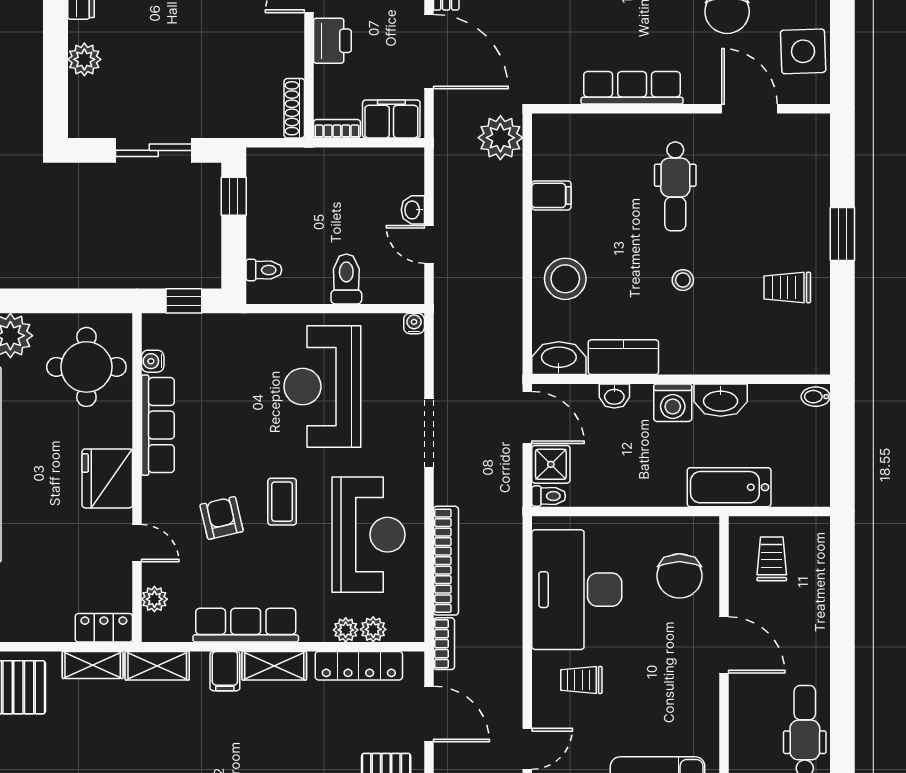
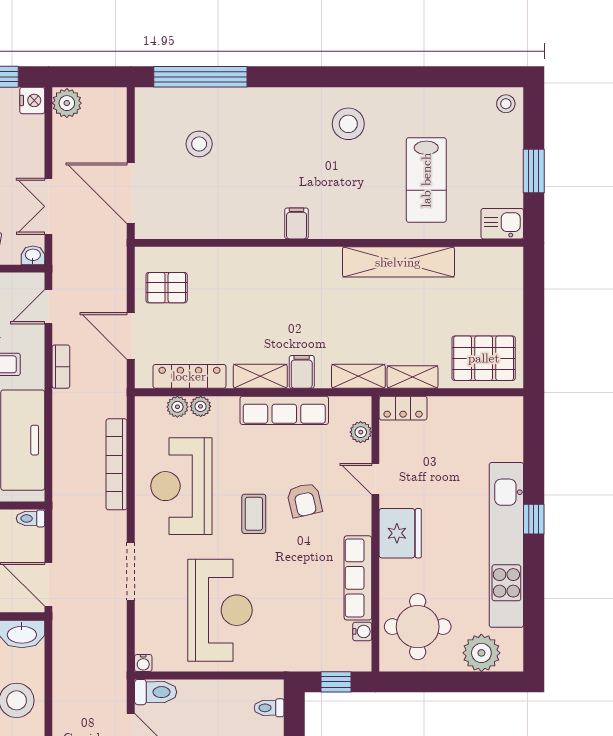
toilet: (346, 279) -> (156, 692), moved, turned -90
shower: (551, 464) -> (29, 545), removed
bookcase: (444, 644) -> (61, 367), moved, turned 180

